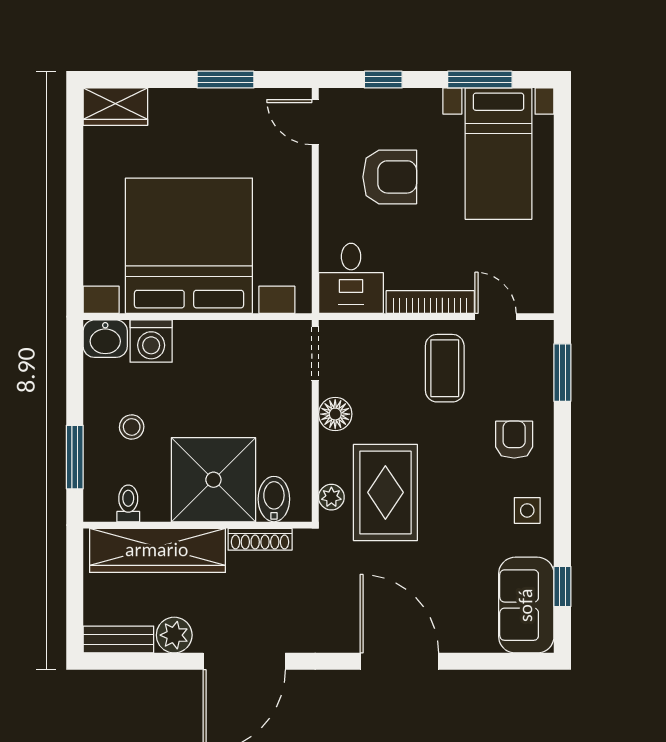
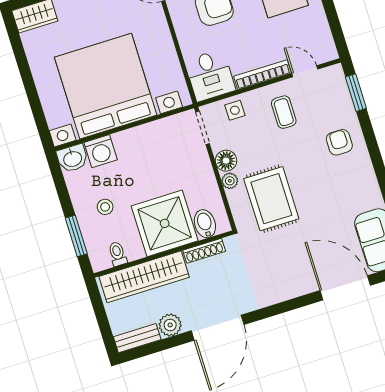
coffee table: (445, 368) -> (284, 112), width x0.73, depth x0.77
plant: (331, 497) -> (230, 181), moved
side table: (527, 510) -> (235, 110), moved
door: (399, 661) -> (345, 288), moved

